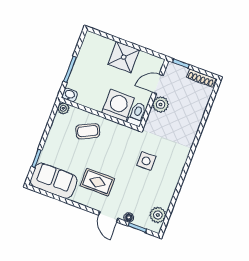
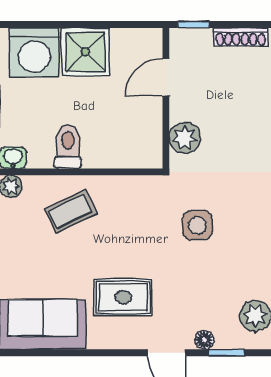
plant: (161, 104) -> (185, 138), moved
washing machine: (118, 105) -> (34, 53), moved, turned 180
toilet: (137, 114) -> (68, 147), moved

